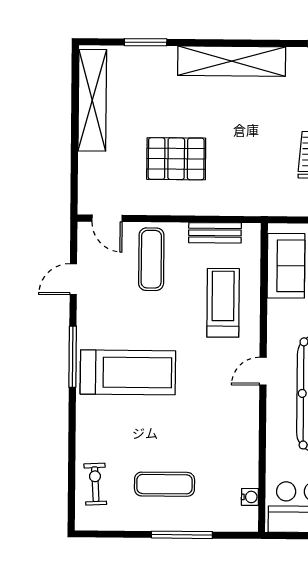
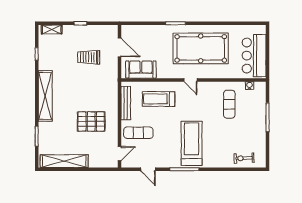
pallet: (176, 159) -> (91, 122), turned 90
bench: (215, 233) -> (126, 103), width x1.36
exercise mat: (164, 484) -> (229, 104), moved

